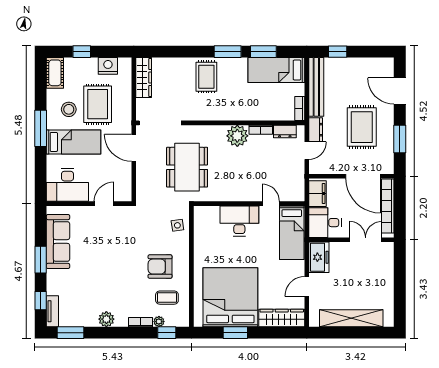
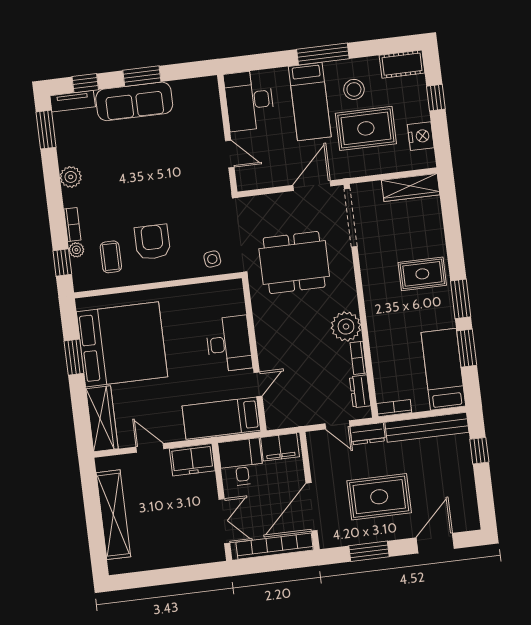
sofa: (58, 241) -> (134, 101), moved

